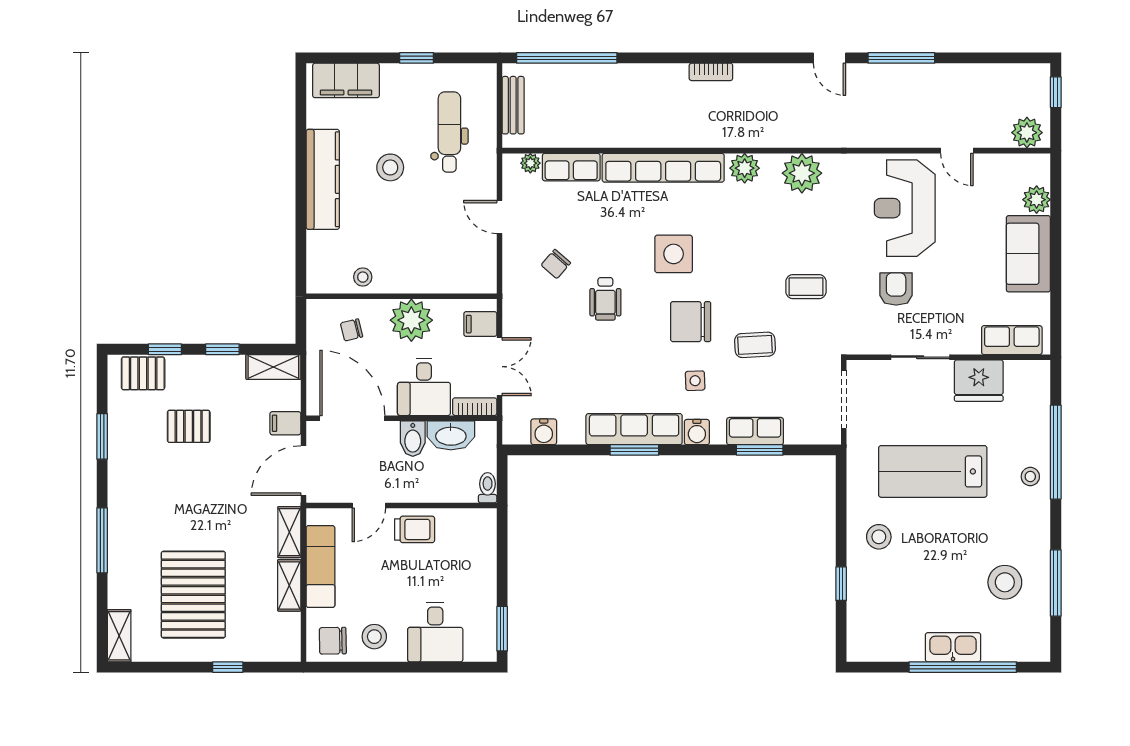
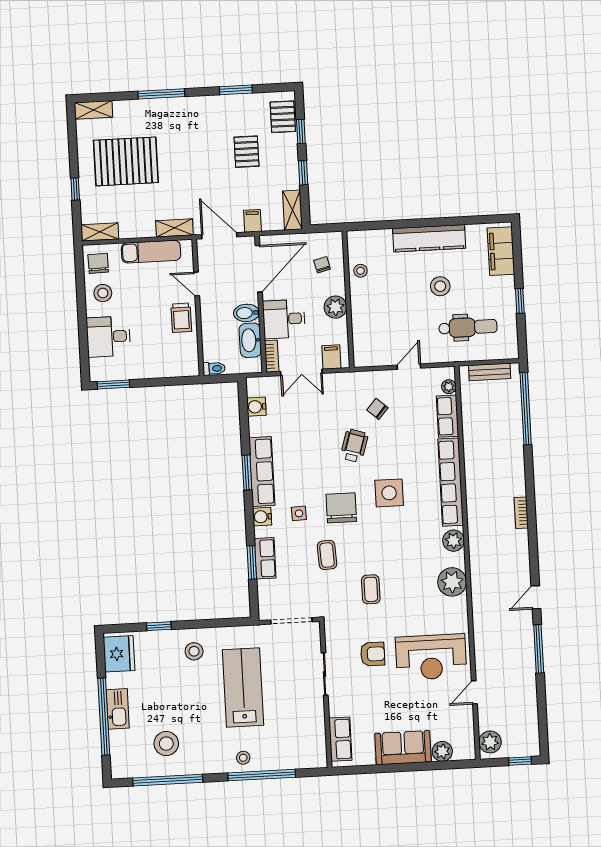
reception desk: (905, 208) -> (431, 657), turned 180
wheelchair: (605, 299) -> (354, 446), turned 107
plant: (411, 320) -> (335, 307), width x0.73, depth x0.73
fridge: (979, 381) -> (119, 654), moved, turned 180
window: (1056, 583) -> (168, 780), width x1.46
shelving: (289, 585) -> (100, 232), moved

